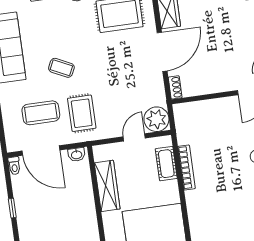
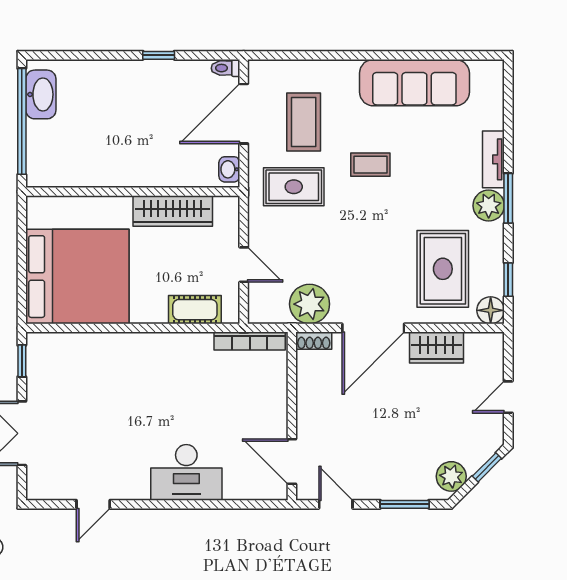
door: (162, 52) -> (373, 328), hinge flipped
coffee table: (61, 68) -> (370, 165), turned 64
plant: (156, 119) -> (310, 304), moved
bookcase: (187, 167) -> (250, 341), moved

